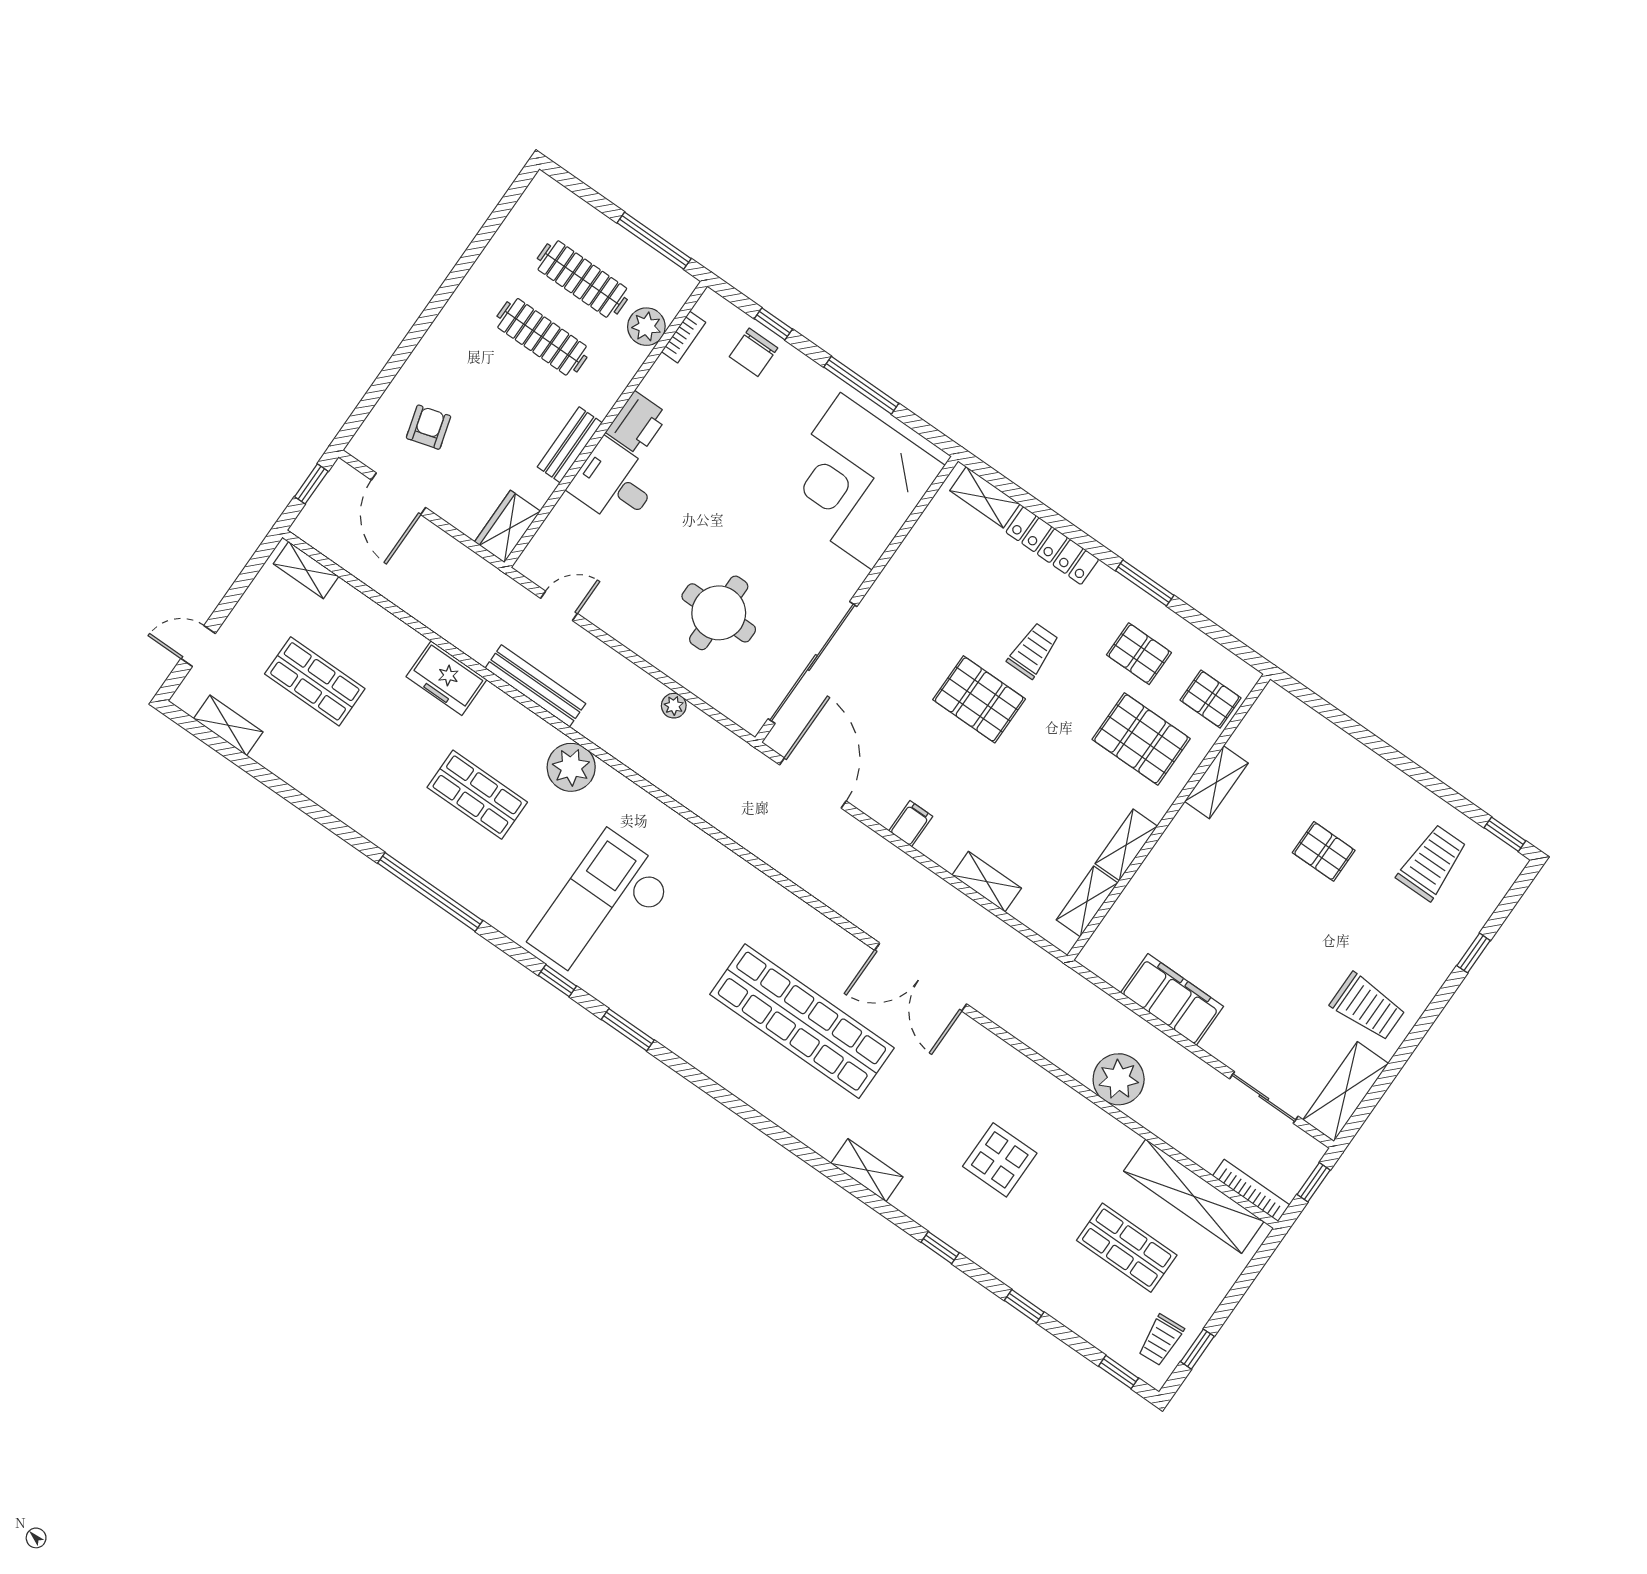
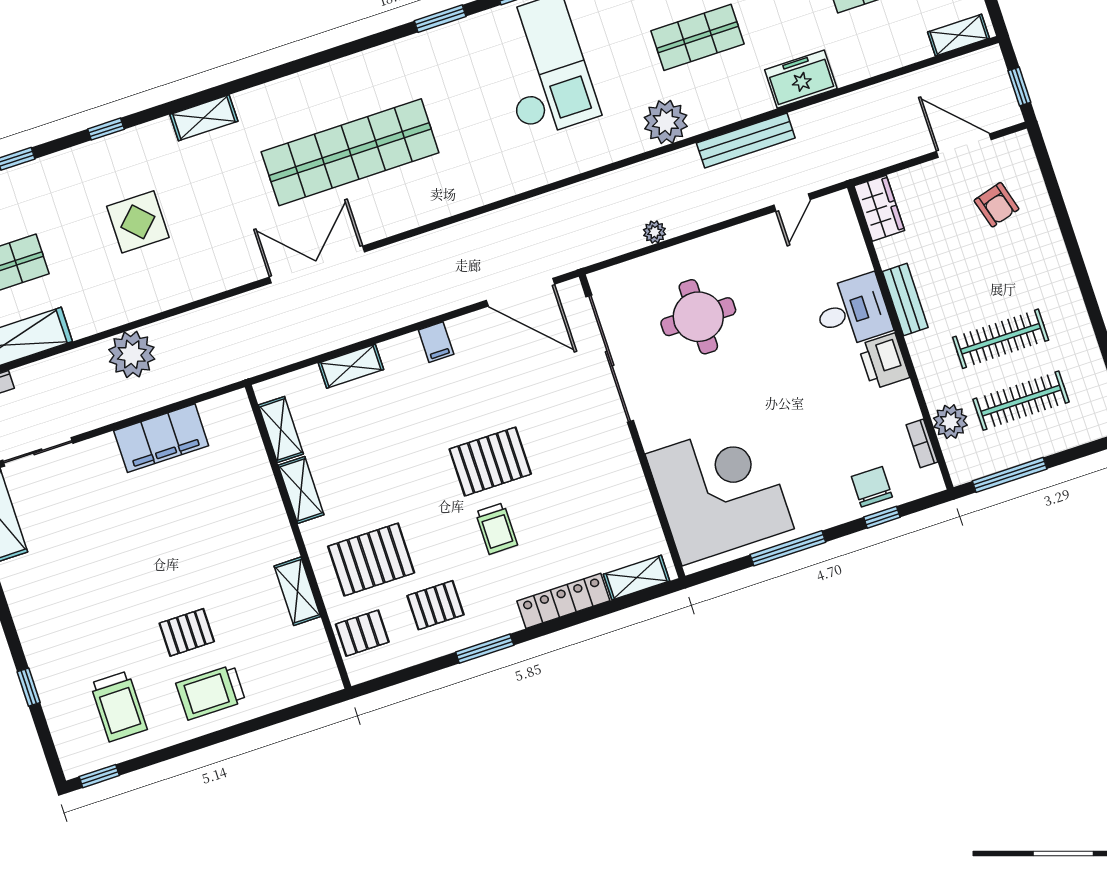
trolley: (1368, 1007) -> (211, 692), moved

